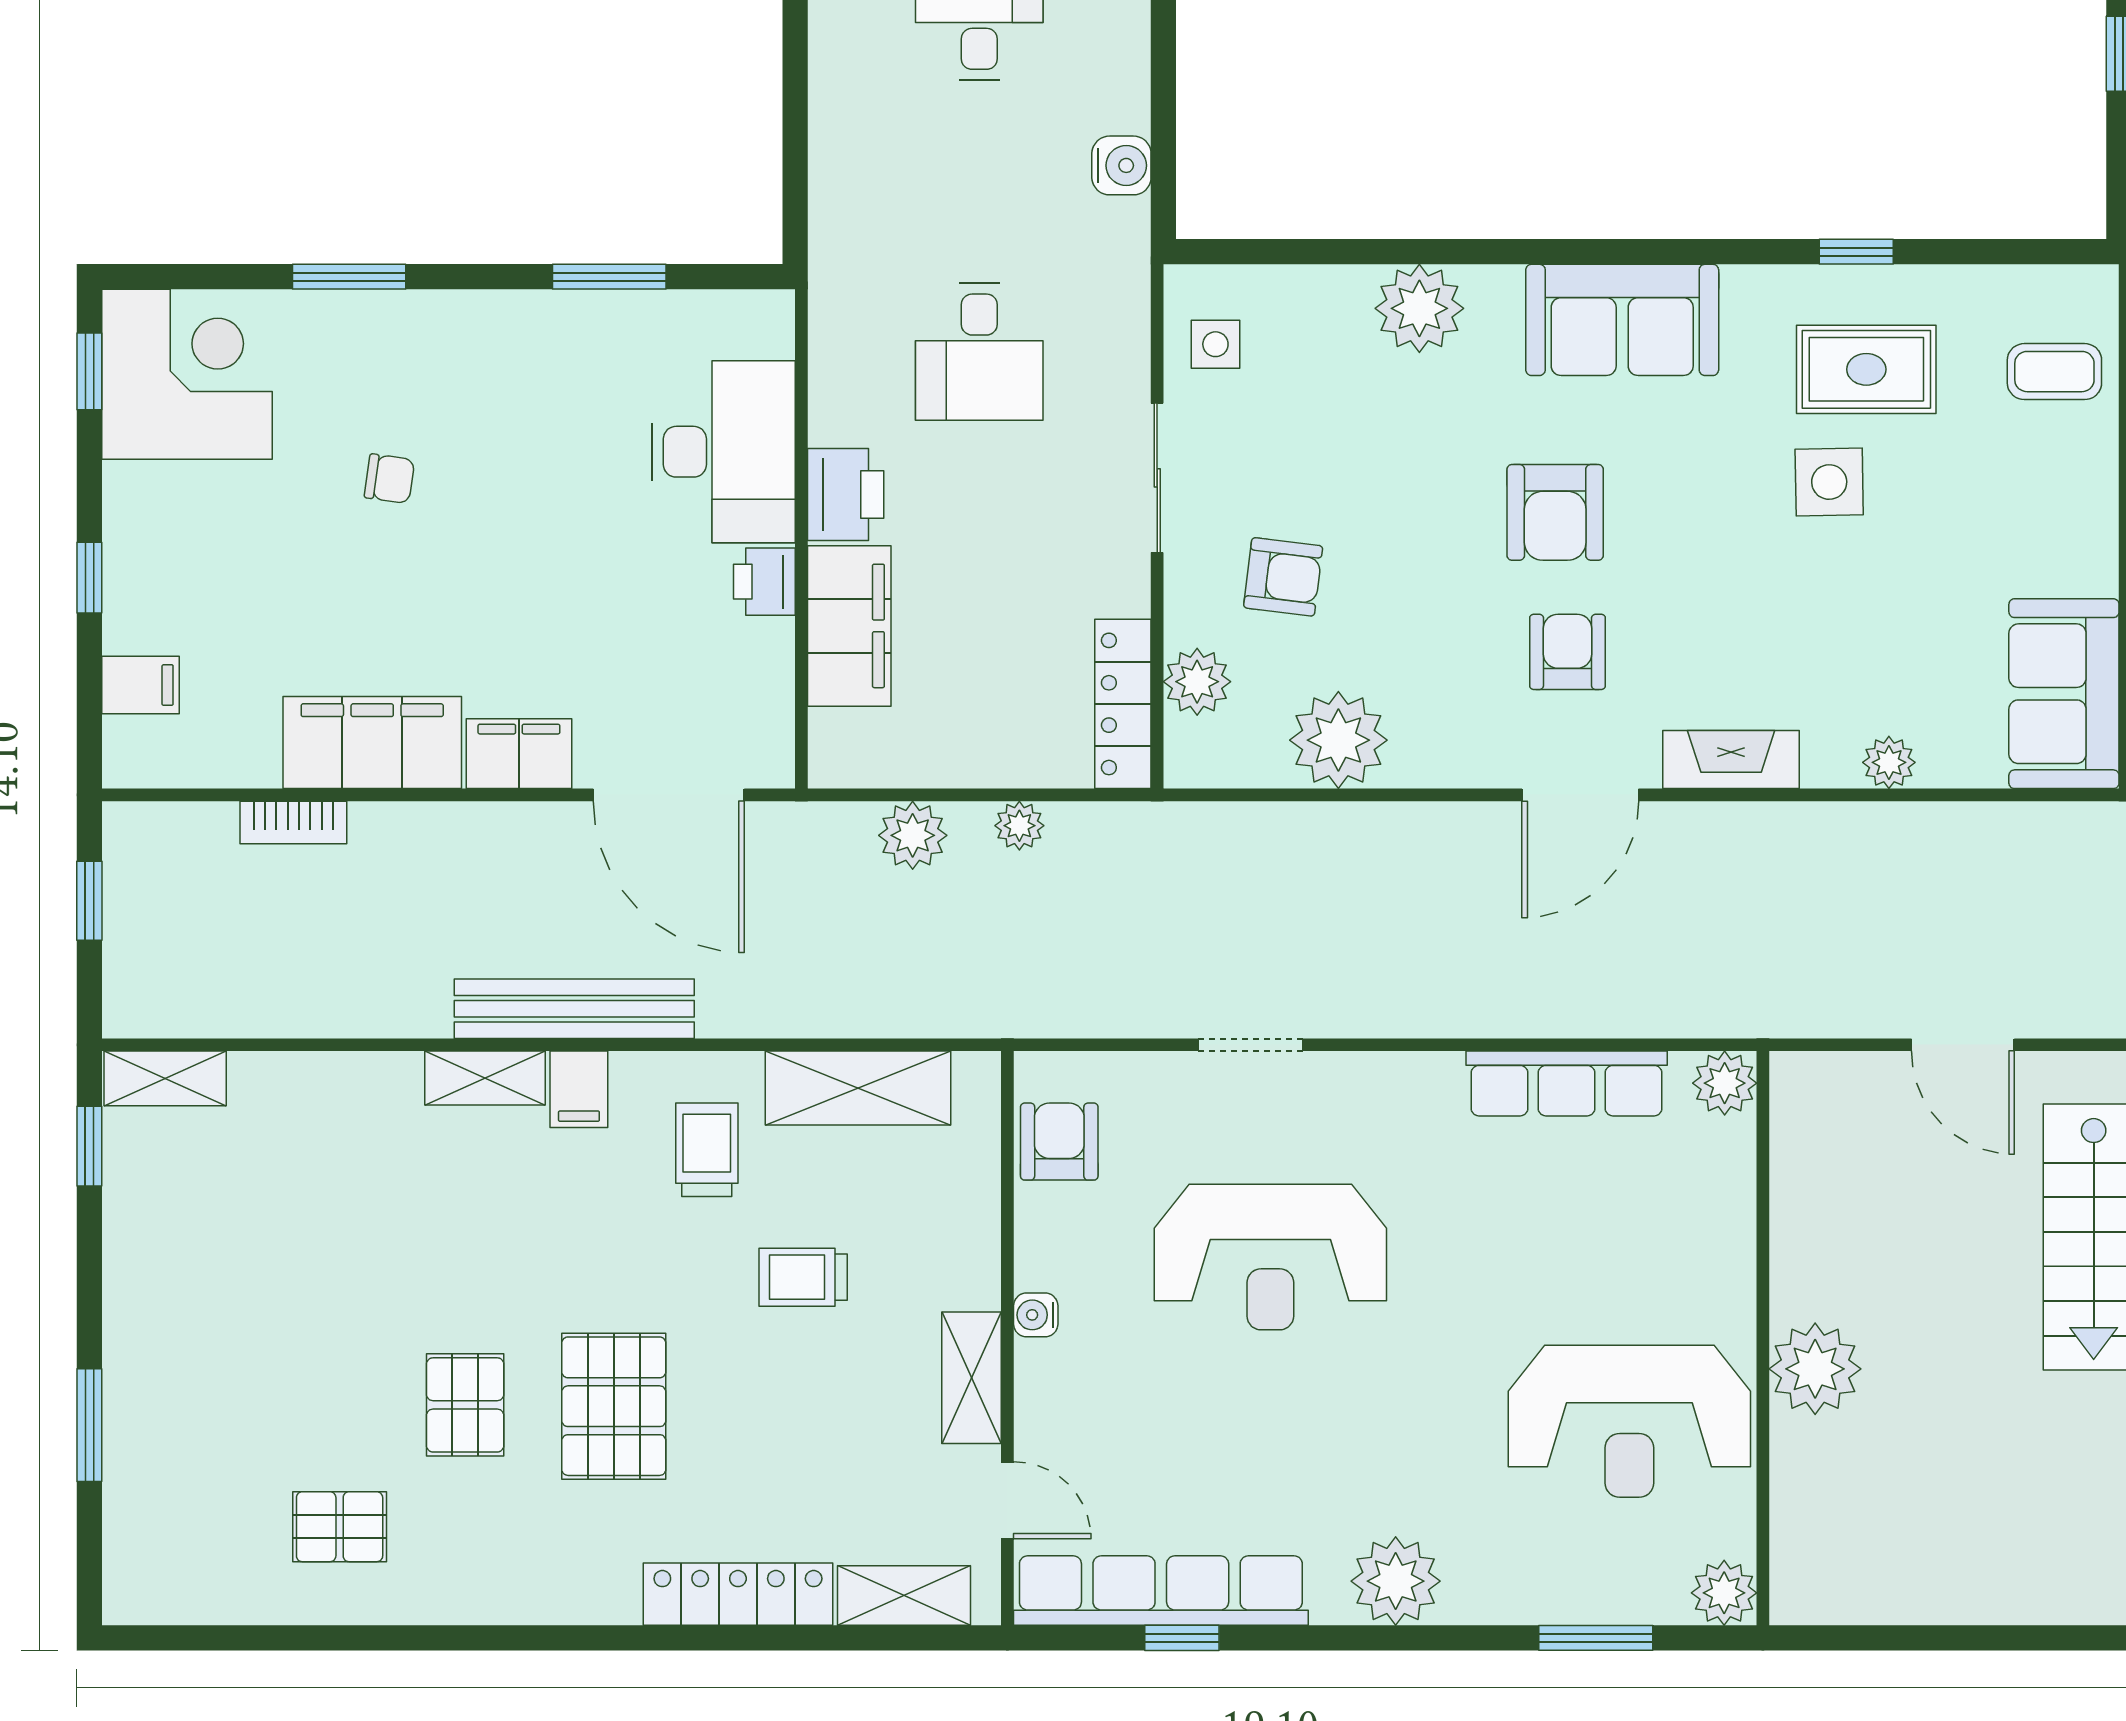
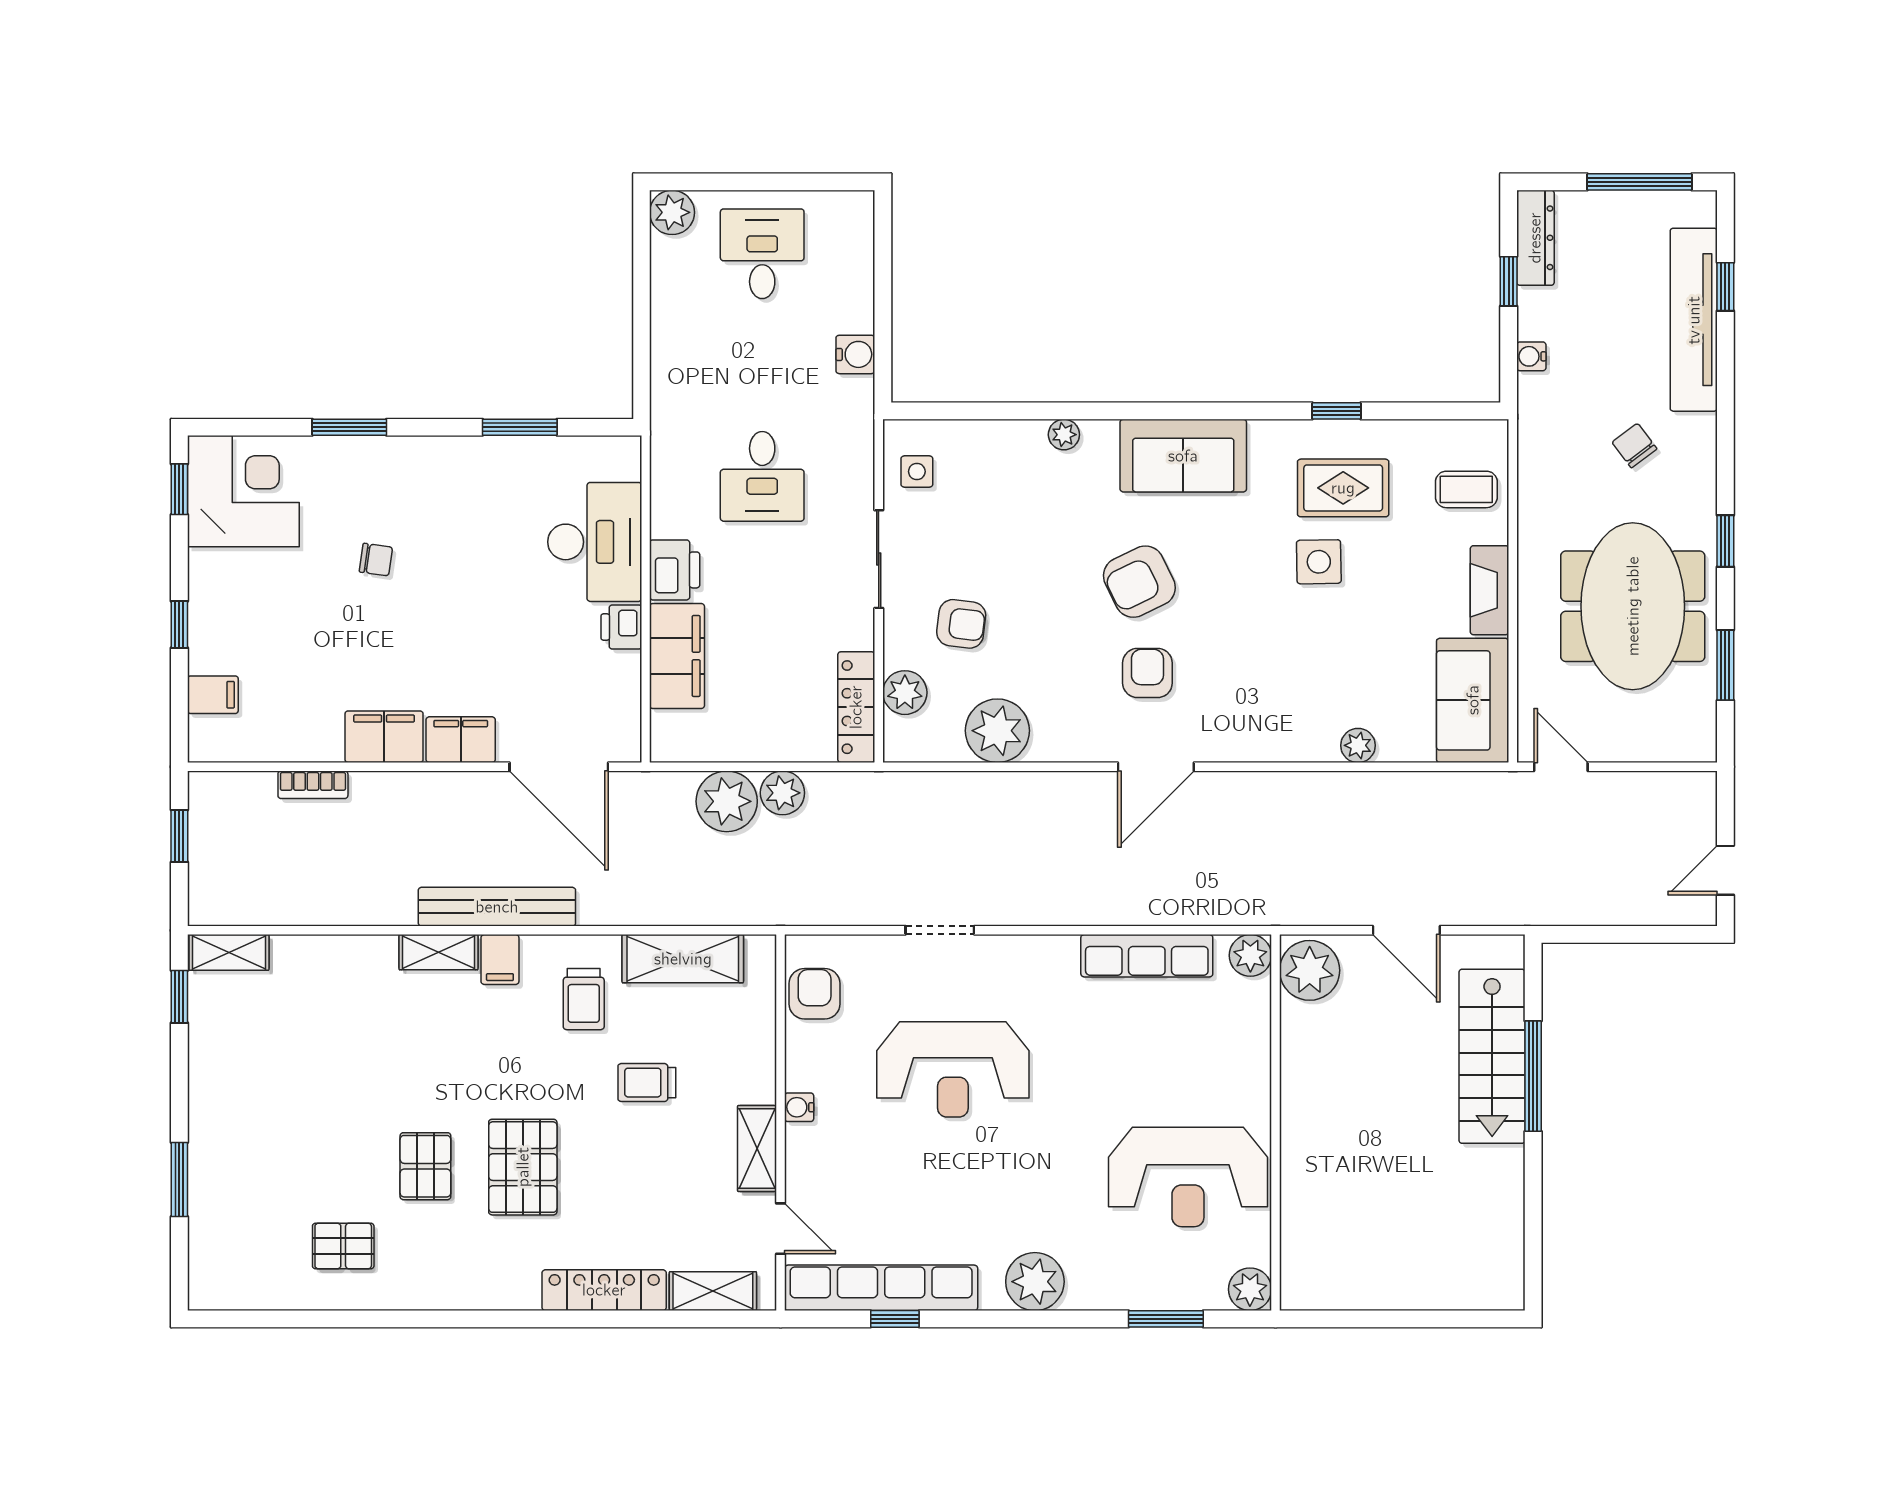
plant: (1419, 308) -> (1064, 435), width x0.53, depth x0.53
armchair: (1555, 512) -> (1139, 582), turned 64
filing cabinet: (372, 743) -> (384, 737), width x0.67, depth x0.86
fireplace: (1731, 760) -> (1489, 590), moved, turned -90
plant: (1019, 826) -> (782, 793), width x1.38, depth x1.38
plant: (913, 835) -> (727, 801), width x1.36, depth x1.36
trolley: (707, 1150) -> (584, 999), turned 180
plant: (1815, 1369) -> (1310, 970), moved

